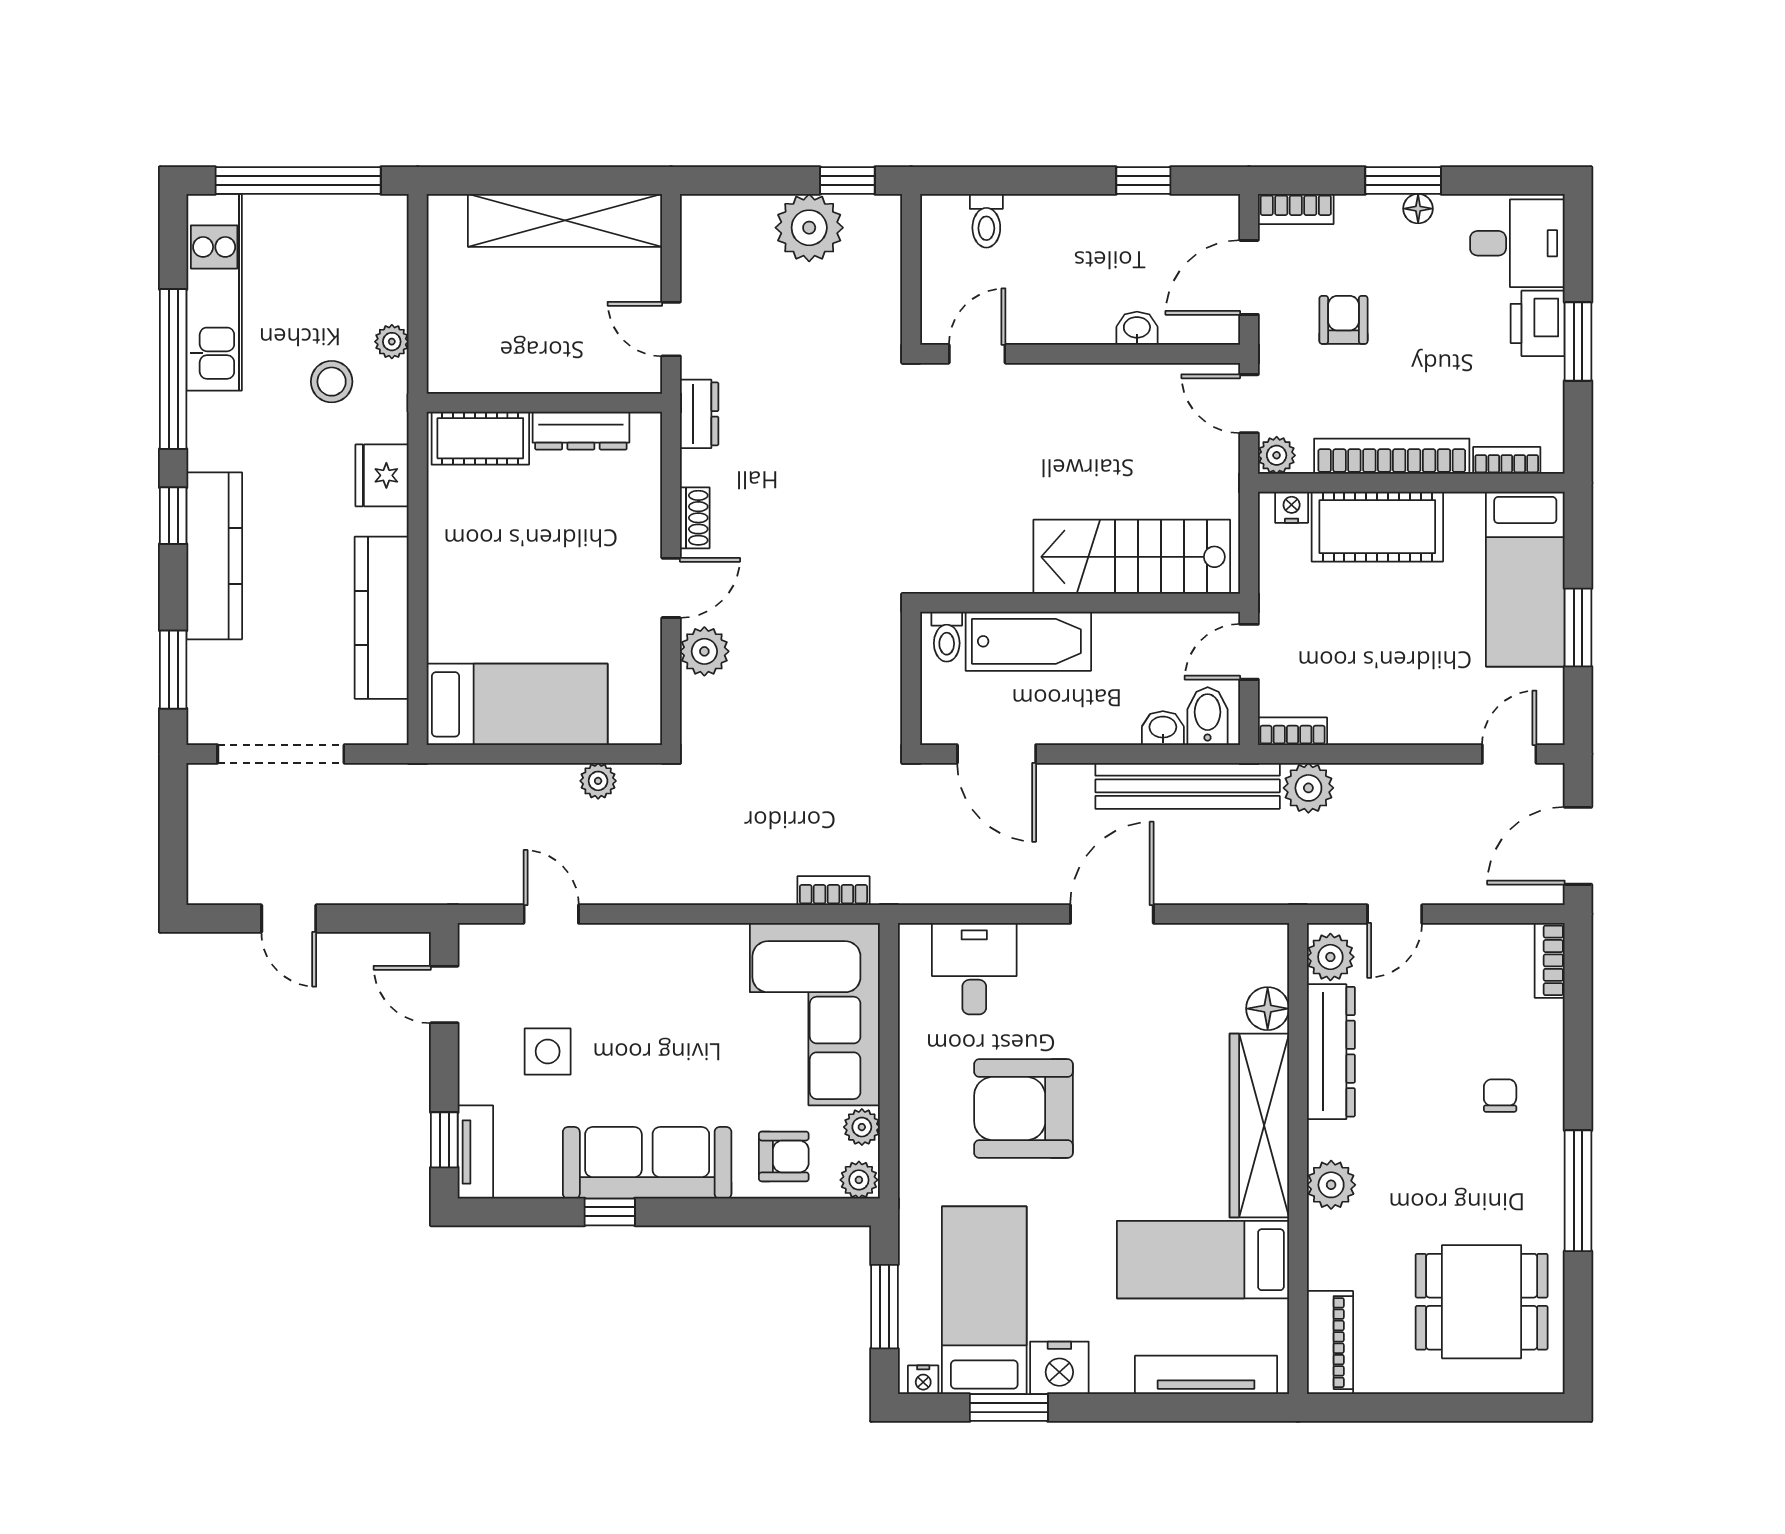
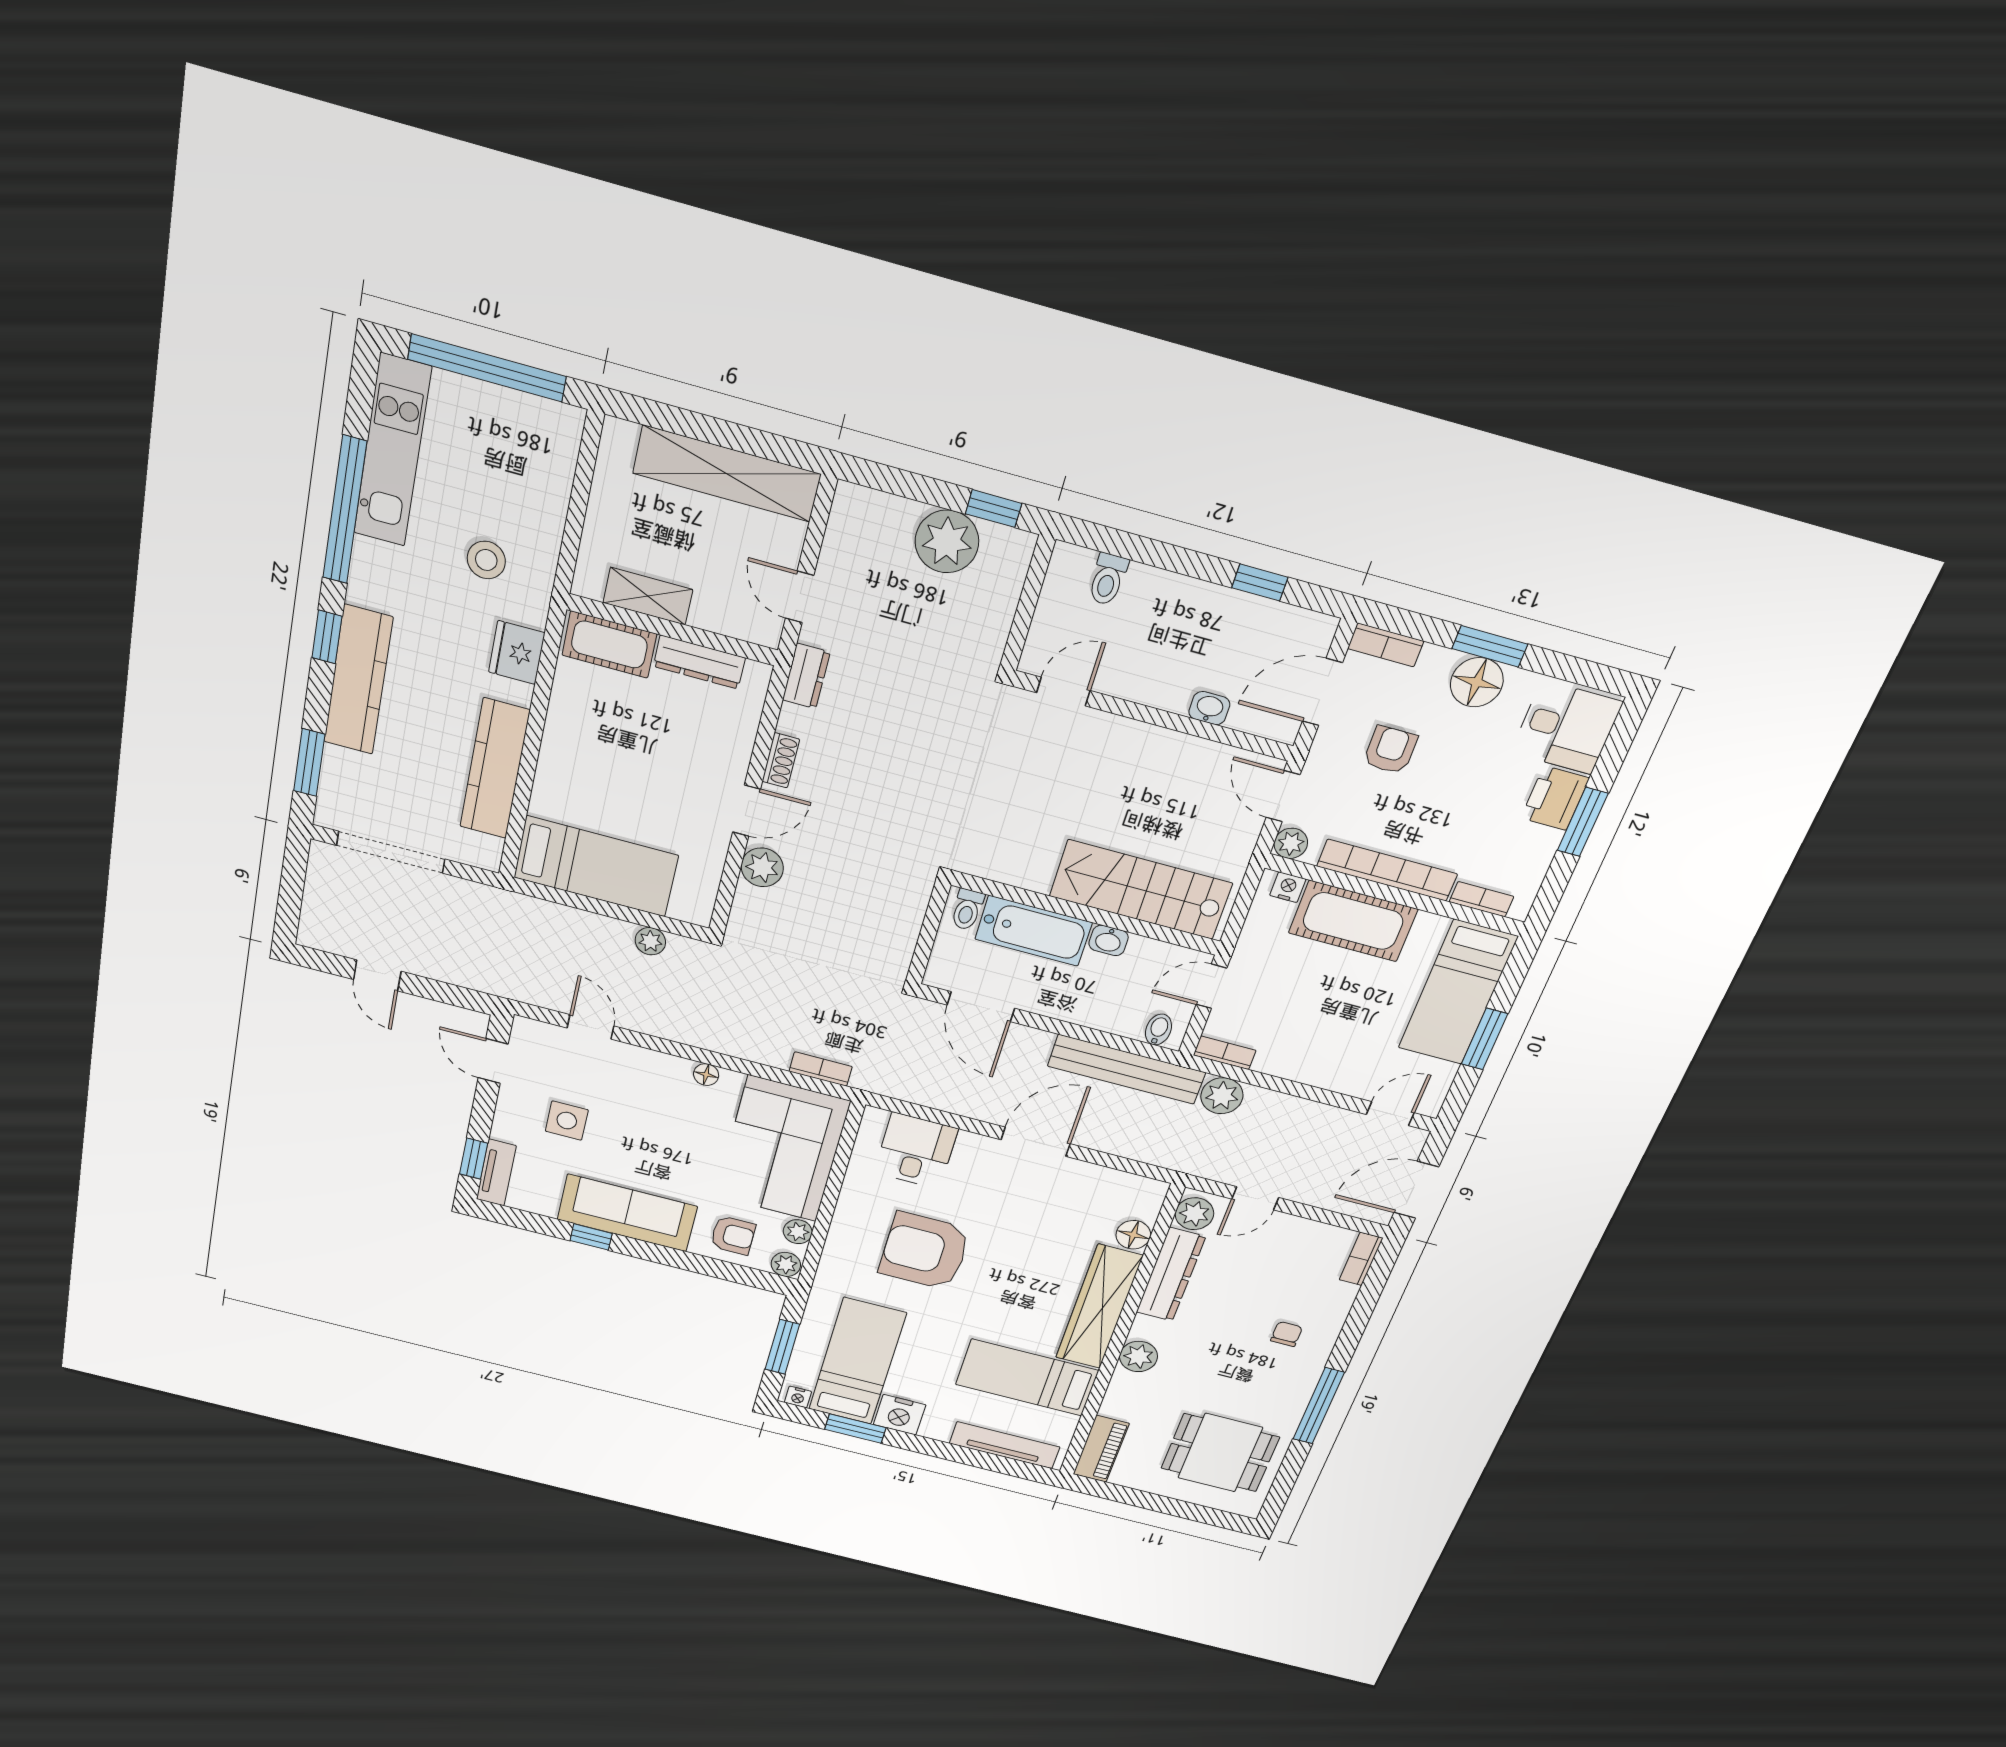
floor lamp: (1418, 209) -> (1477, 682), width x1.89, depth x1.89
plant: (392, 342) -> (547, 540), removed
shelving: (511, 373) -> (648, 596), added
bidet: (1208, 716) -> (1158, 1030), width x0.72, depth x0.74
washbasin: (1163, 728) -> (1109, 940), moved, turned 180
floor lamp: (701, 938) -> (706, 1075), added

